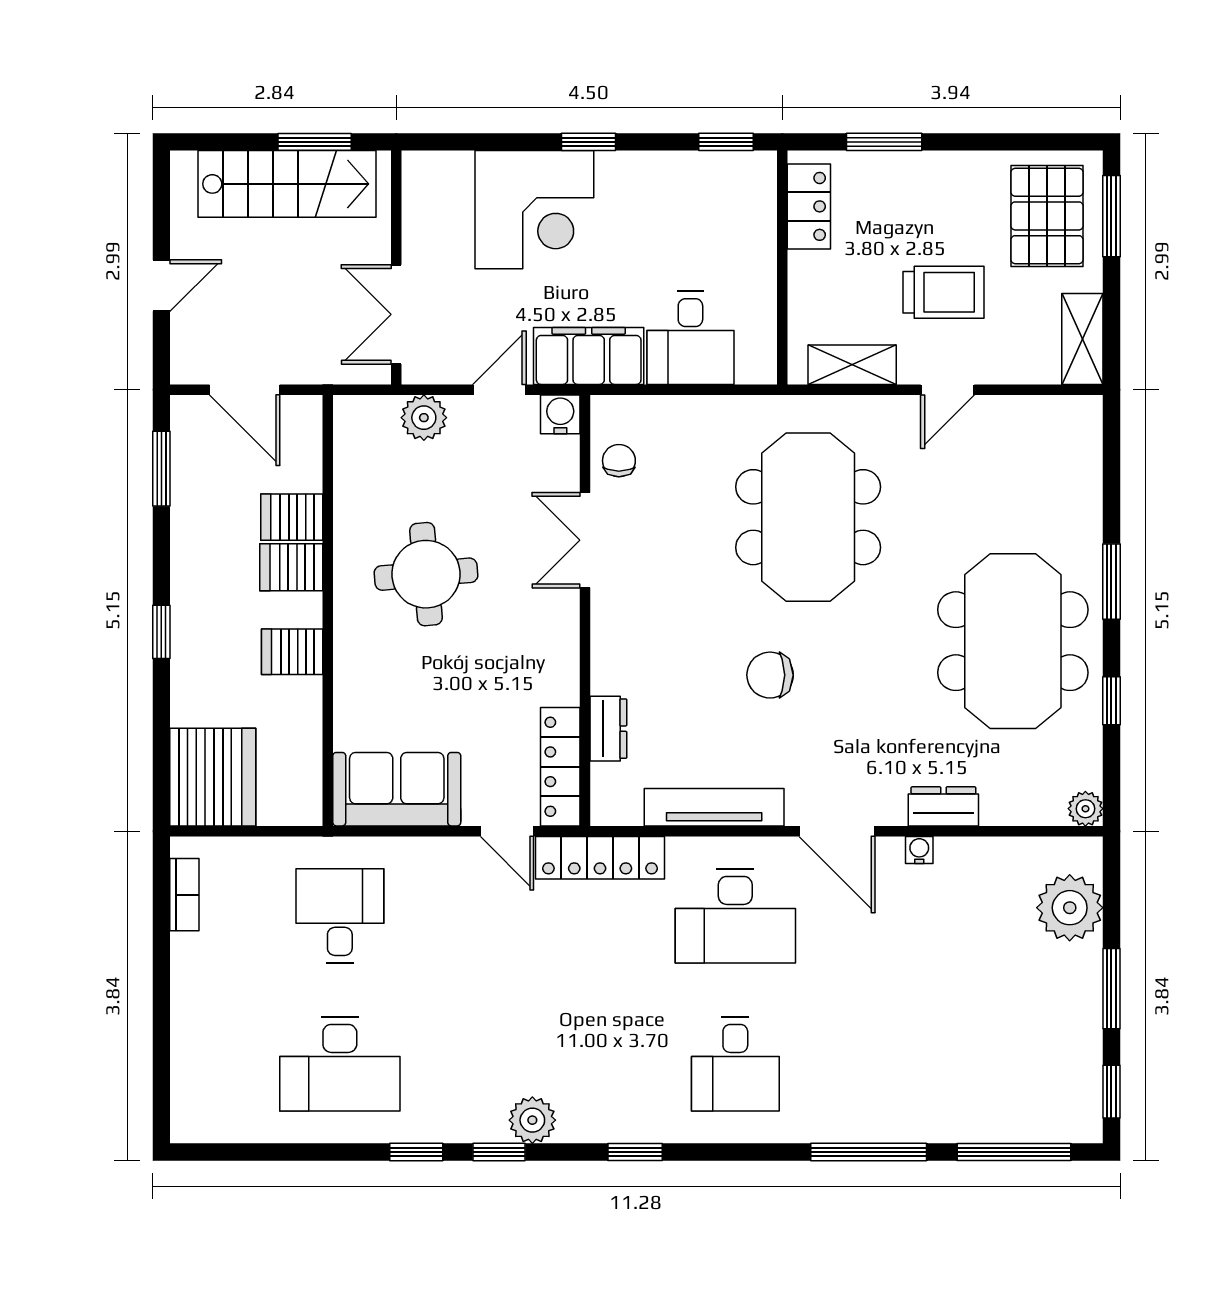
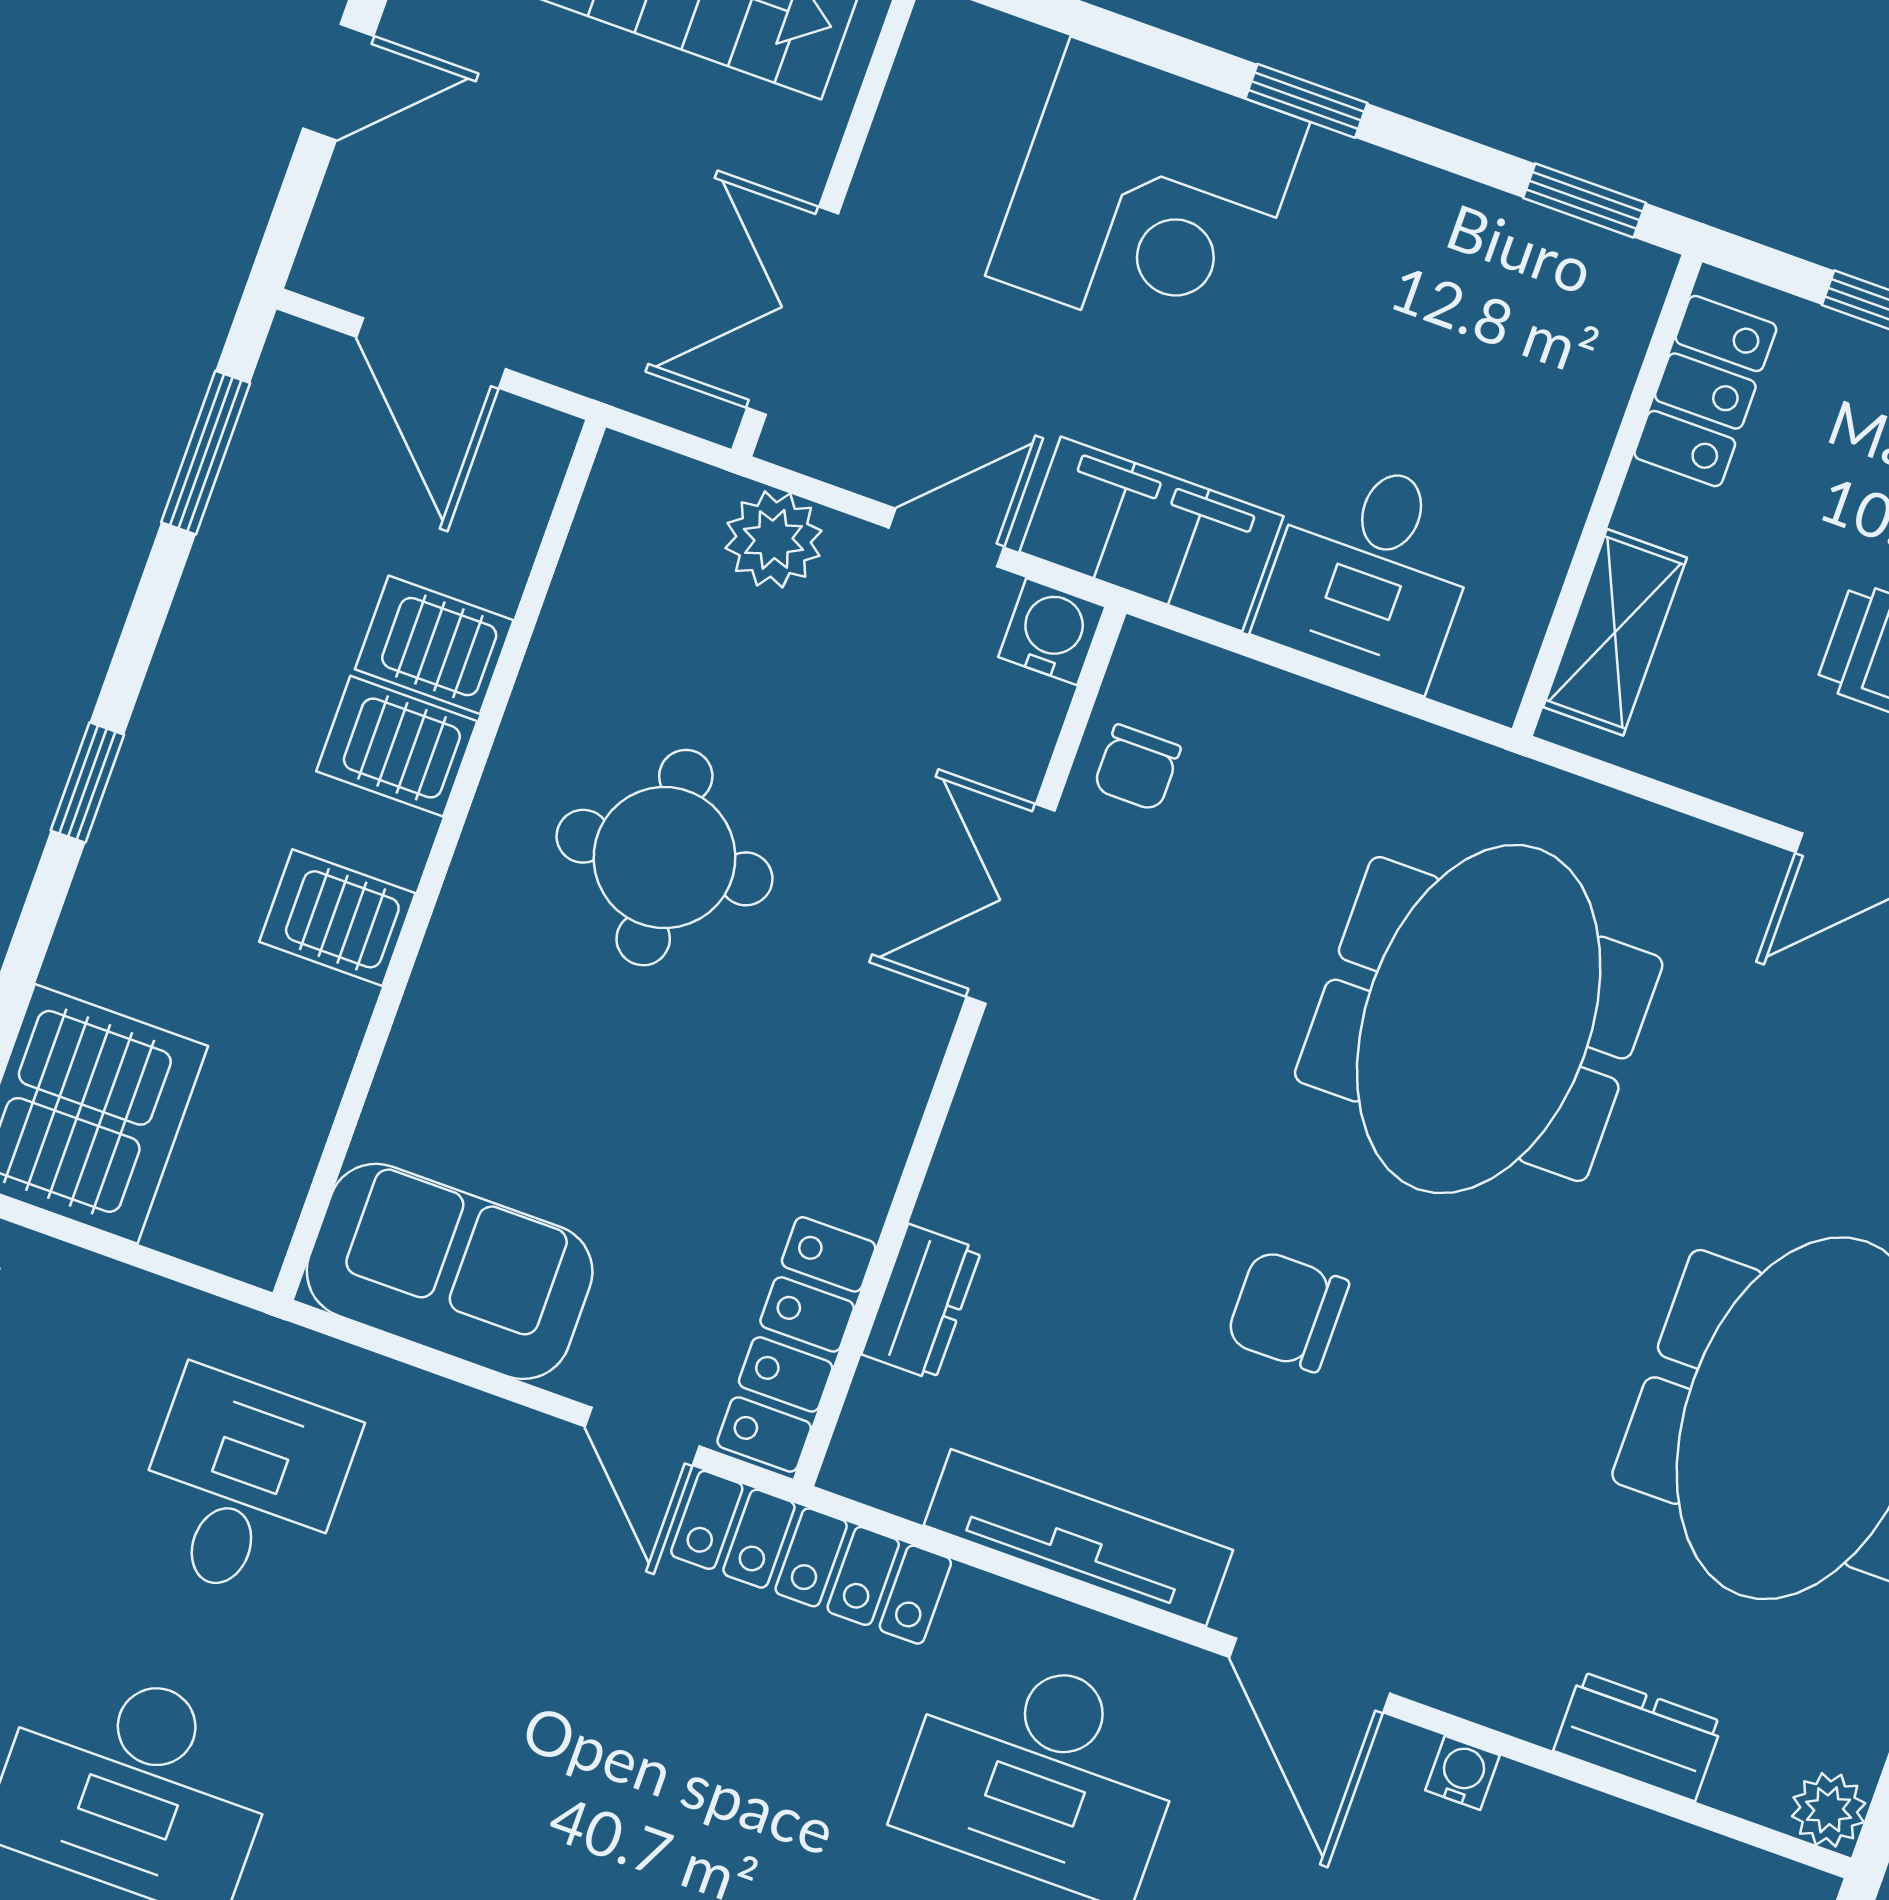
shelving: (852, 365) -> (1615, 632), moved, turned 90
chair: (619, 461) -> (1137, 768), turned 180
dresser: (943, 806) -> (1638, 1736), moved

